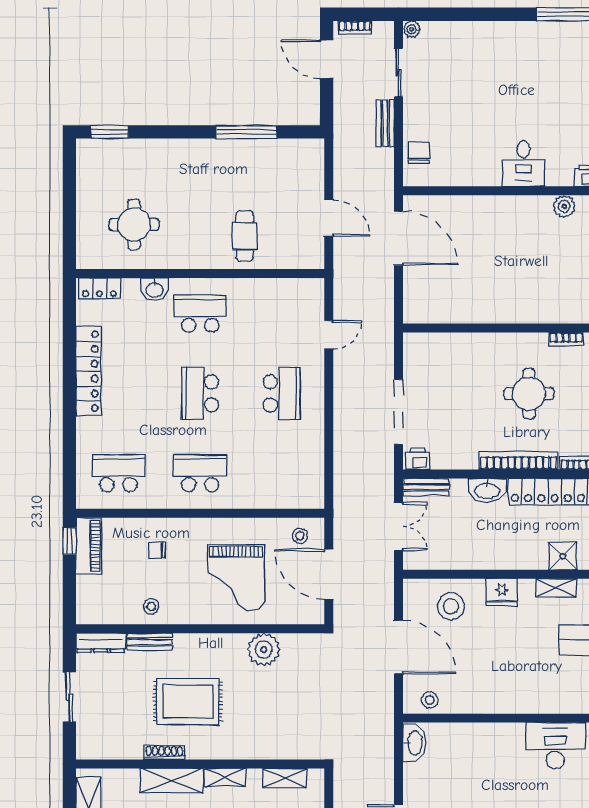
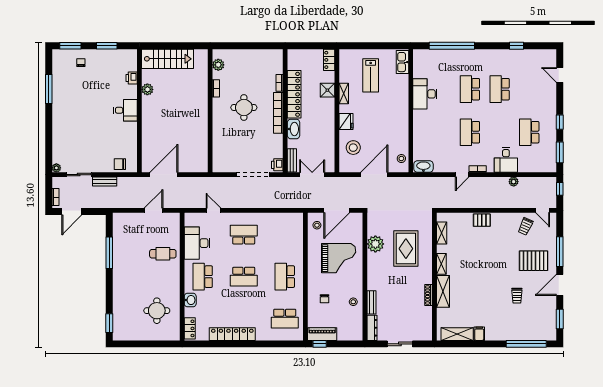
desk: (265, 303) -> (197, 243), added
school desk: (119, 473) -> (285, 319), turned -90
rug: (188, 701) -> (406, 249), moved

